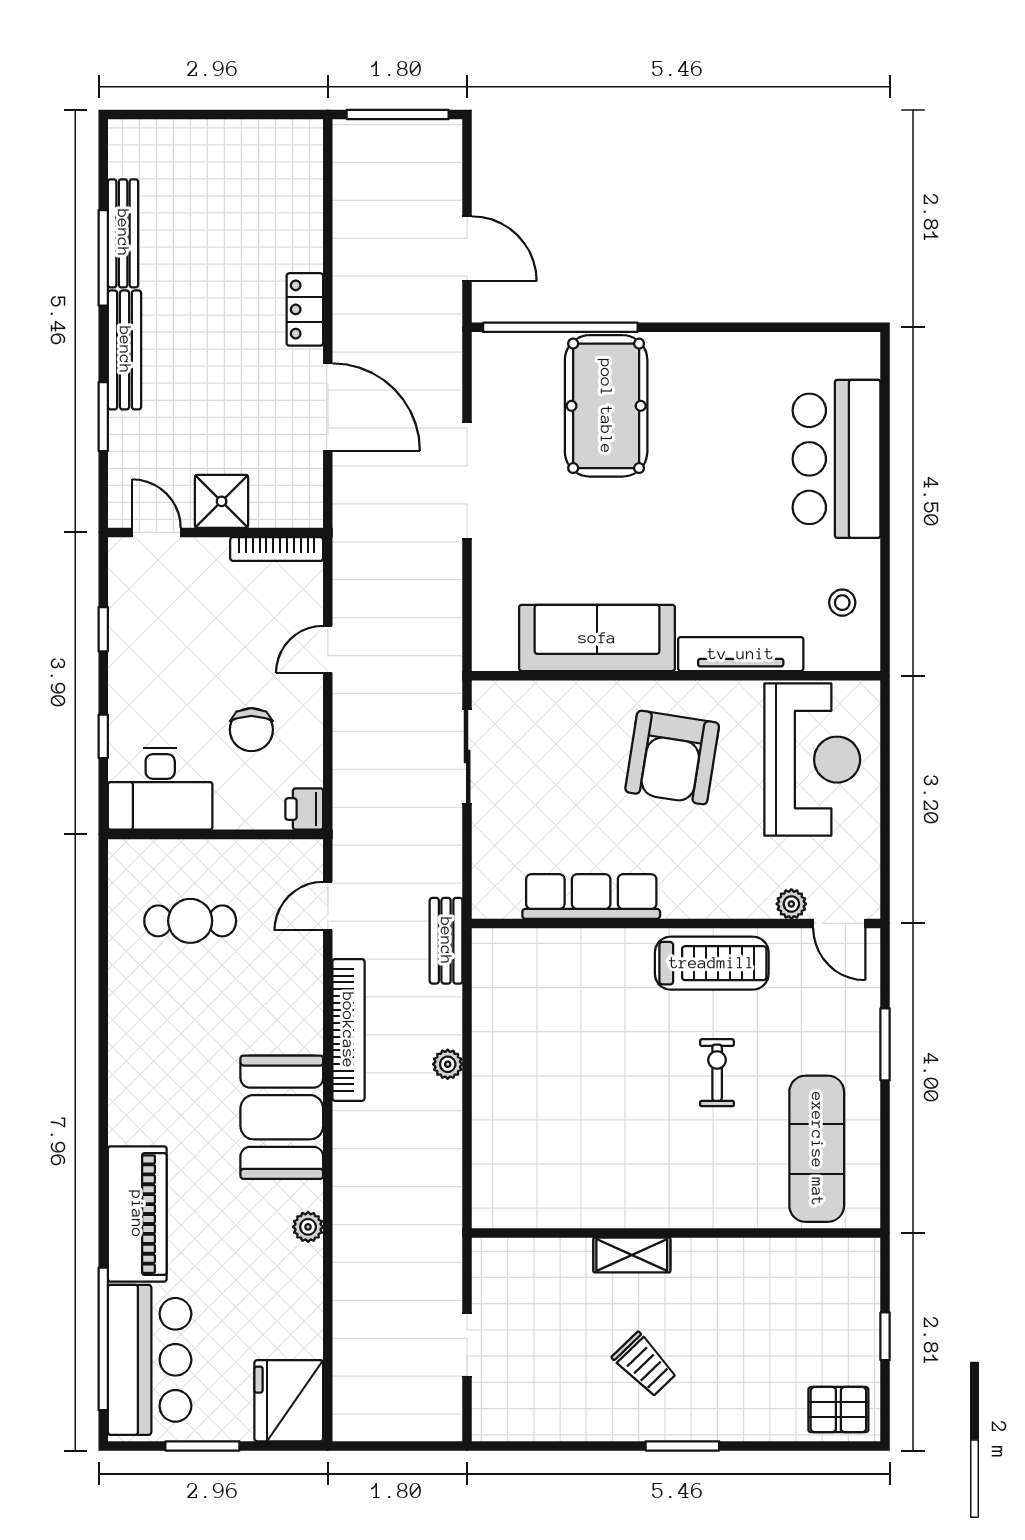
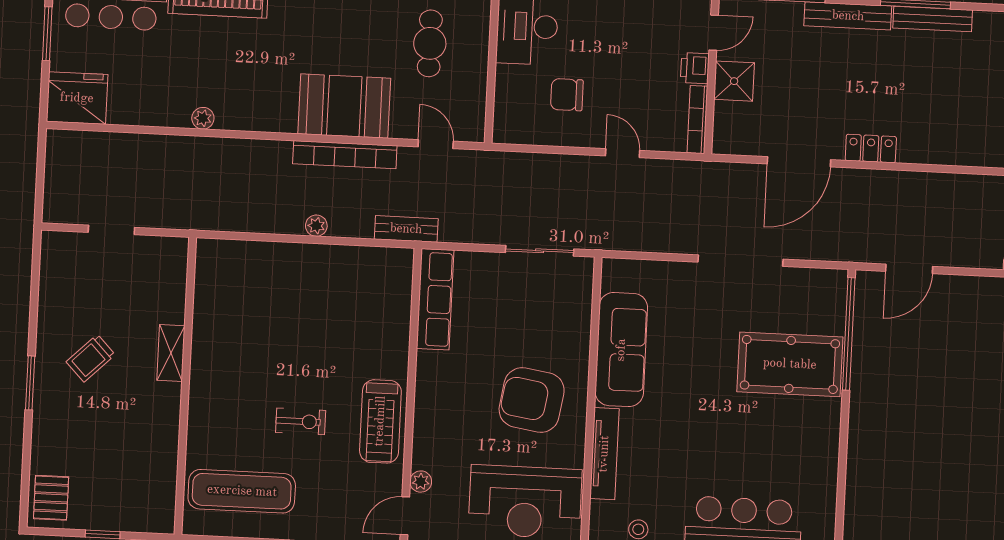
printer: (304, 809) -> (695, 68), moved, turned -90
row of seats: (591, 896) -> (435, 299), moved
booth: (282, 1117) -> (344, 106), moved

